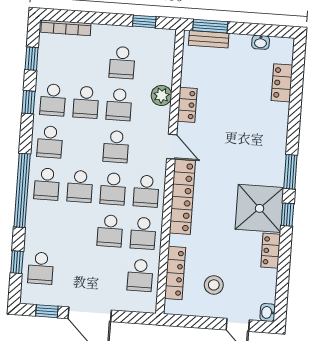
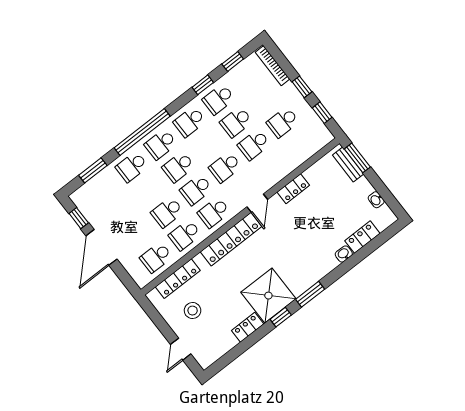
window: (107, 19) -> (302, 87), added
plant: (161, 96) -> (284, 167), removed
window: (17, 262) -> (93, 170), width x1.50
school desk: (41, 268) -> (132, 167), moved
washbasin: (268, 313) -> (344, 254), moved

